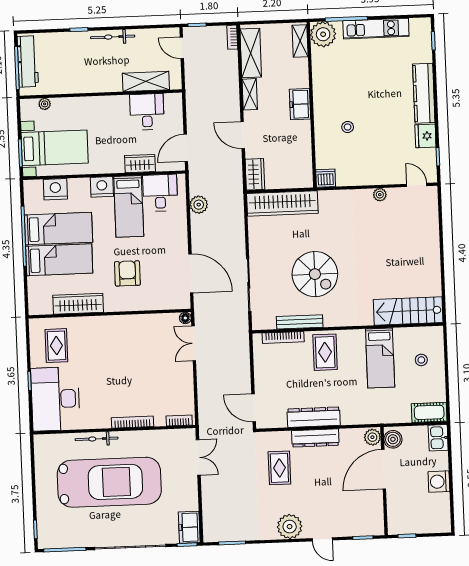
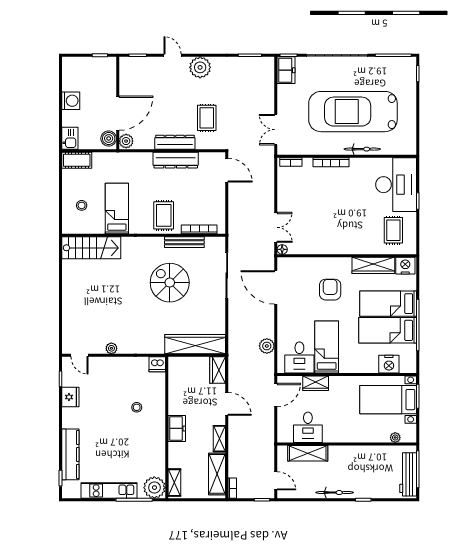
kitchen counter: (424, 93) -> (70, 454), moved
nightstand: (102, 187) -> (405, 266), moved, turned 180
armchair: (127, 273) -> (330, 290), turned 180

